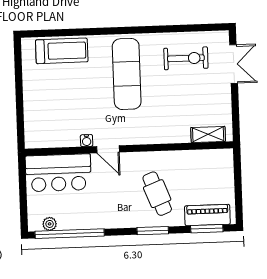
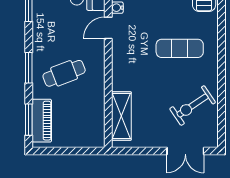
exercise bike: (186, 58) -> (193, 106), turned 56
exercise mat: (127, 74) -> (180, 48), width x0.73, depth x0.69
shelving: (208, 134) -> (121, 116), width x1.50, depth x1.33

